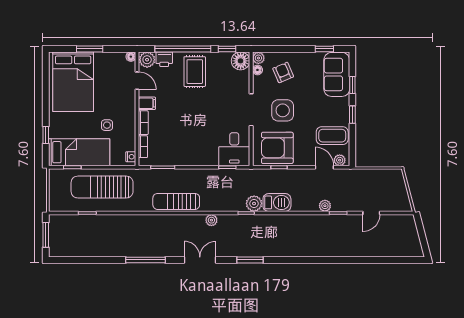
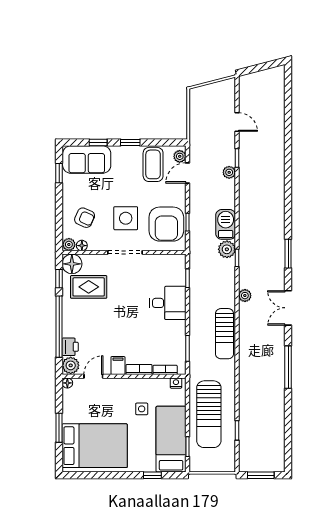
rug: (195, 72) -> (89, 287), moved
armchair: (283, 73) -> (85, 218), turned -133
desk: (234, 149) -> (168, 303), moved

